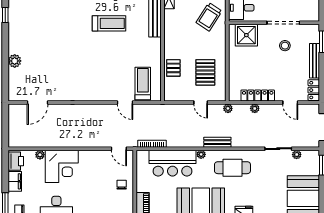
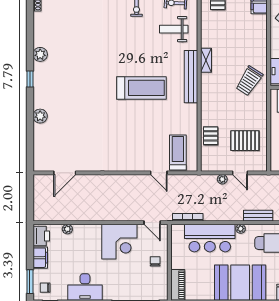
treadmill: (109, 23) -> (141, 88), width x1.37, depth x1.38
plant: (15, 61) -> (40, 116), moved
pallet: (205, 72) -> (245, 141), turned 90
plant: (228, 108) -> (222, 179), moved
corner desk: (62, 166) -> (119, 242), moved

